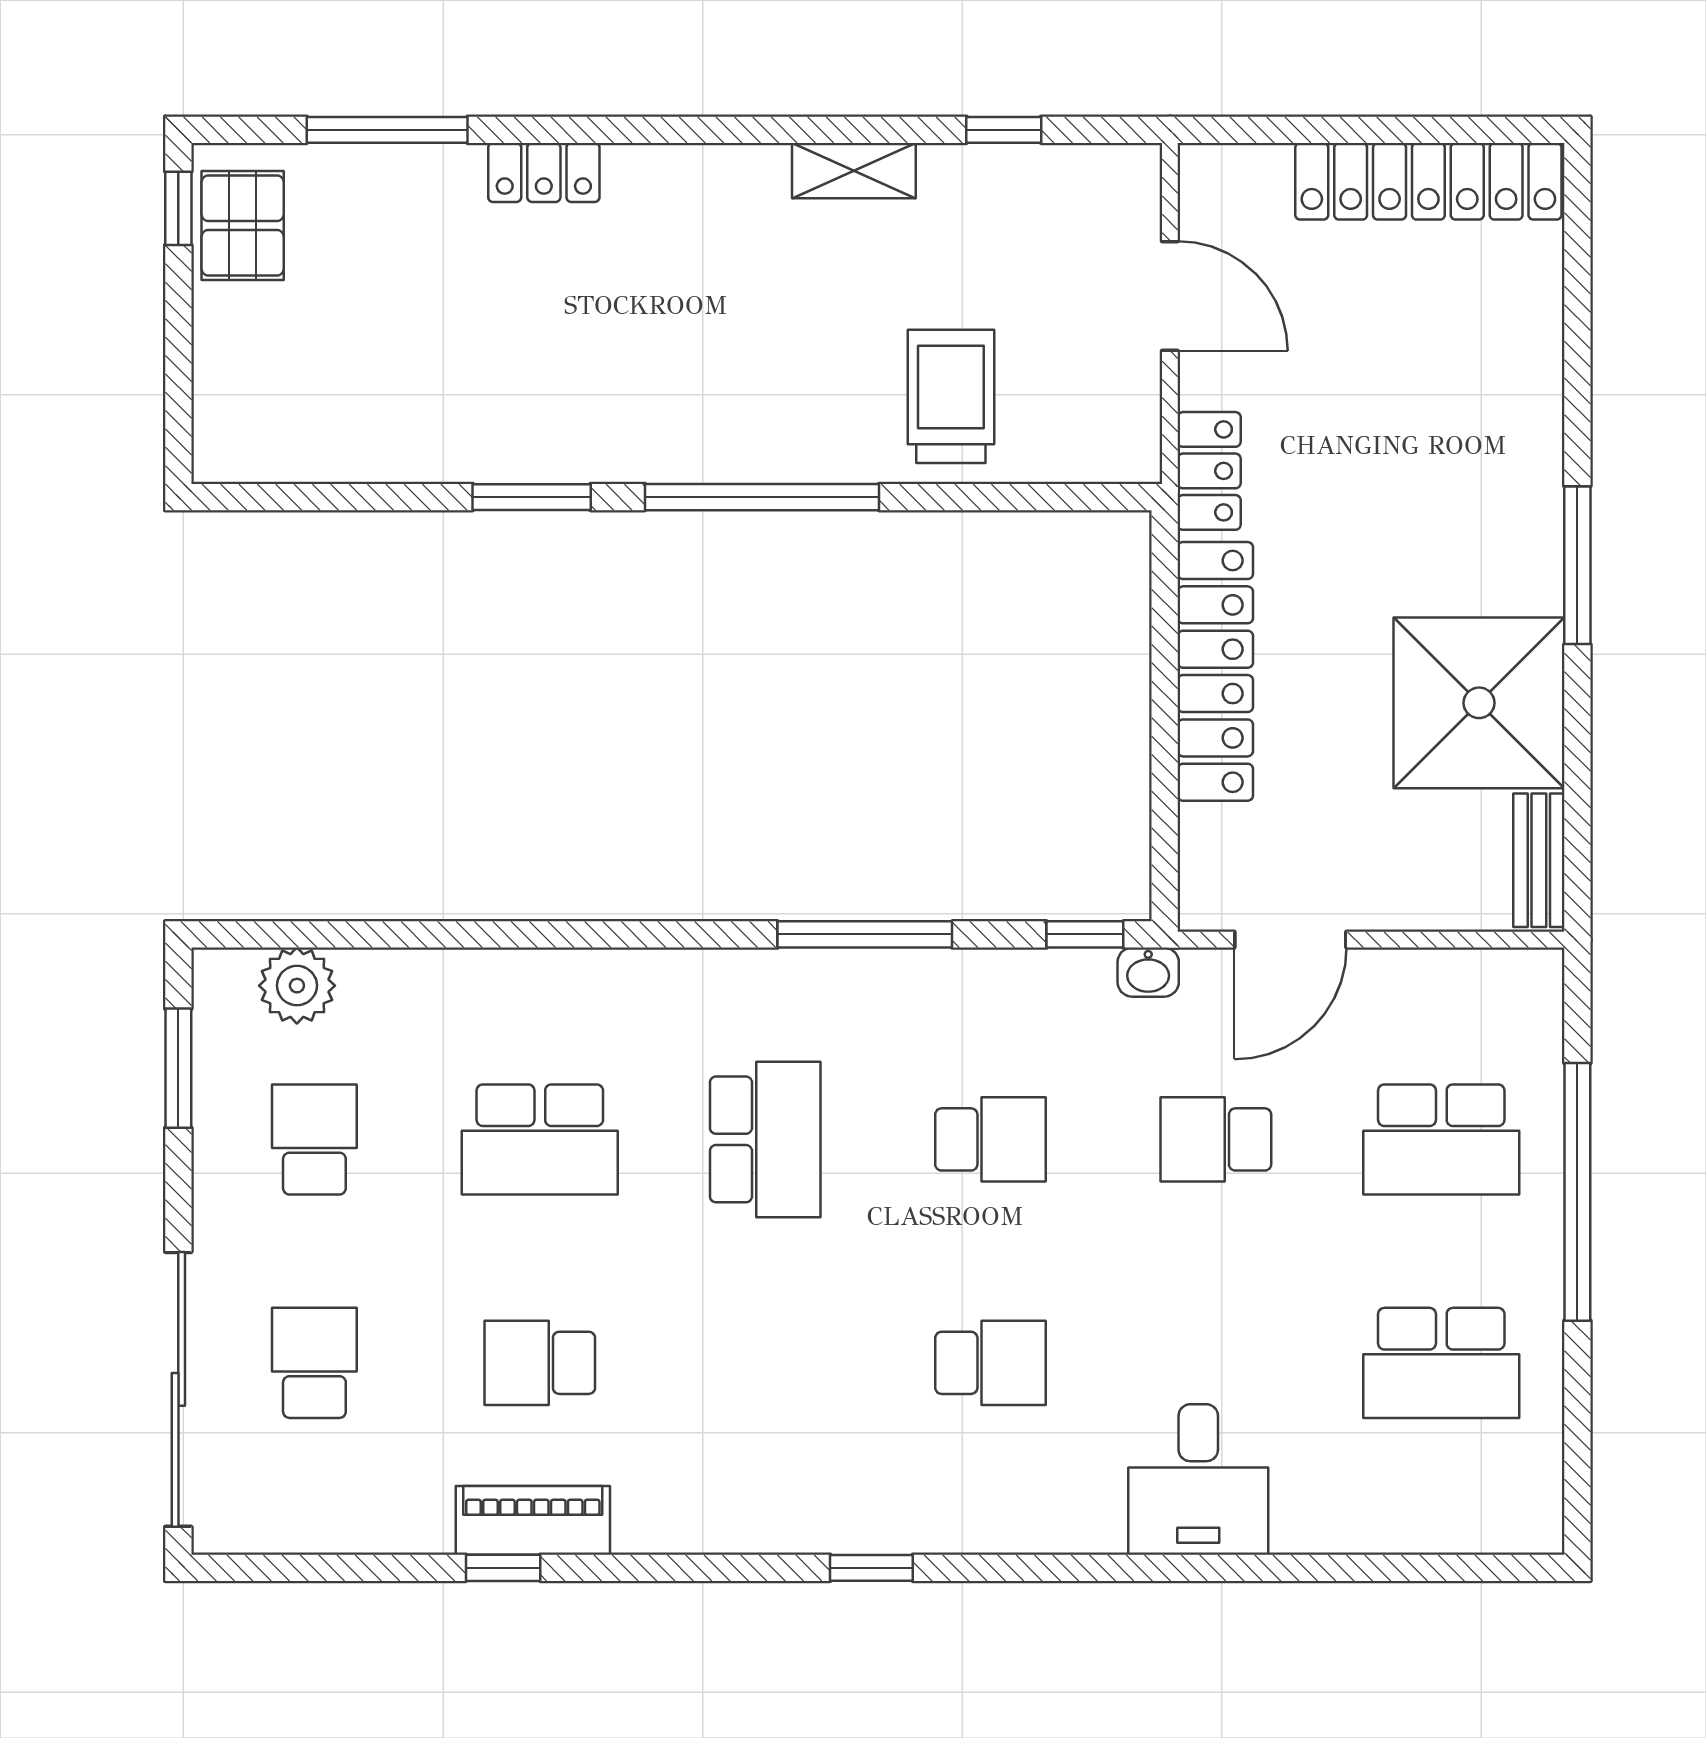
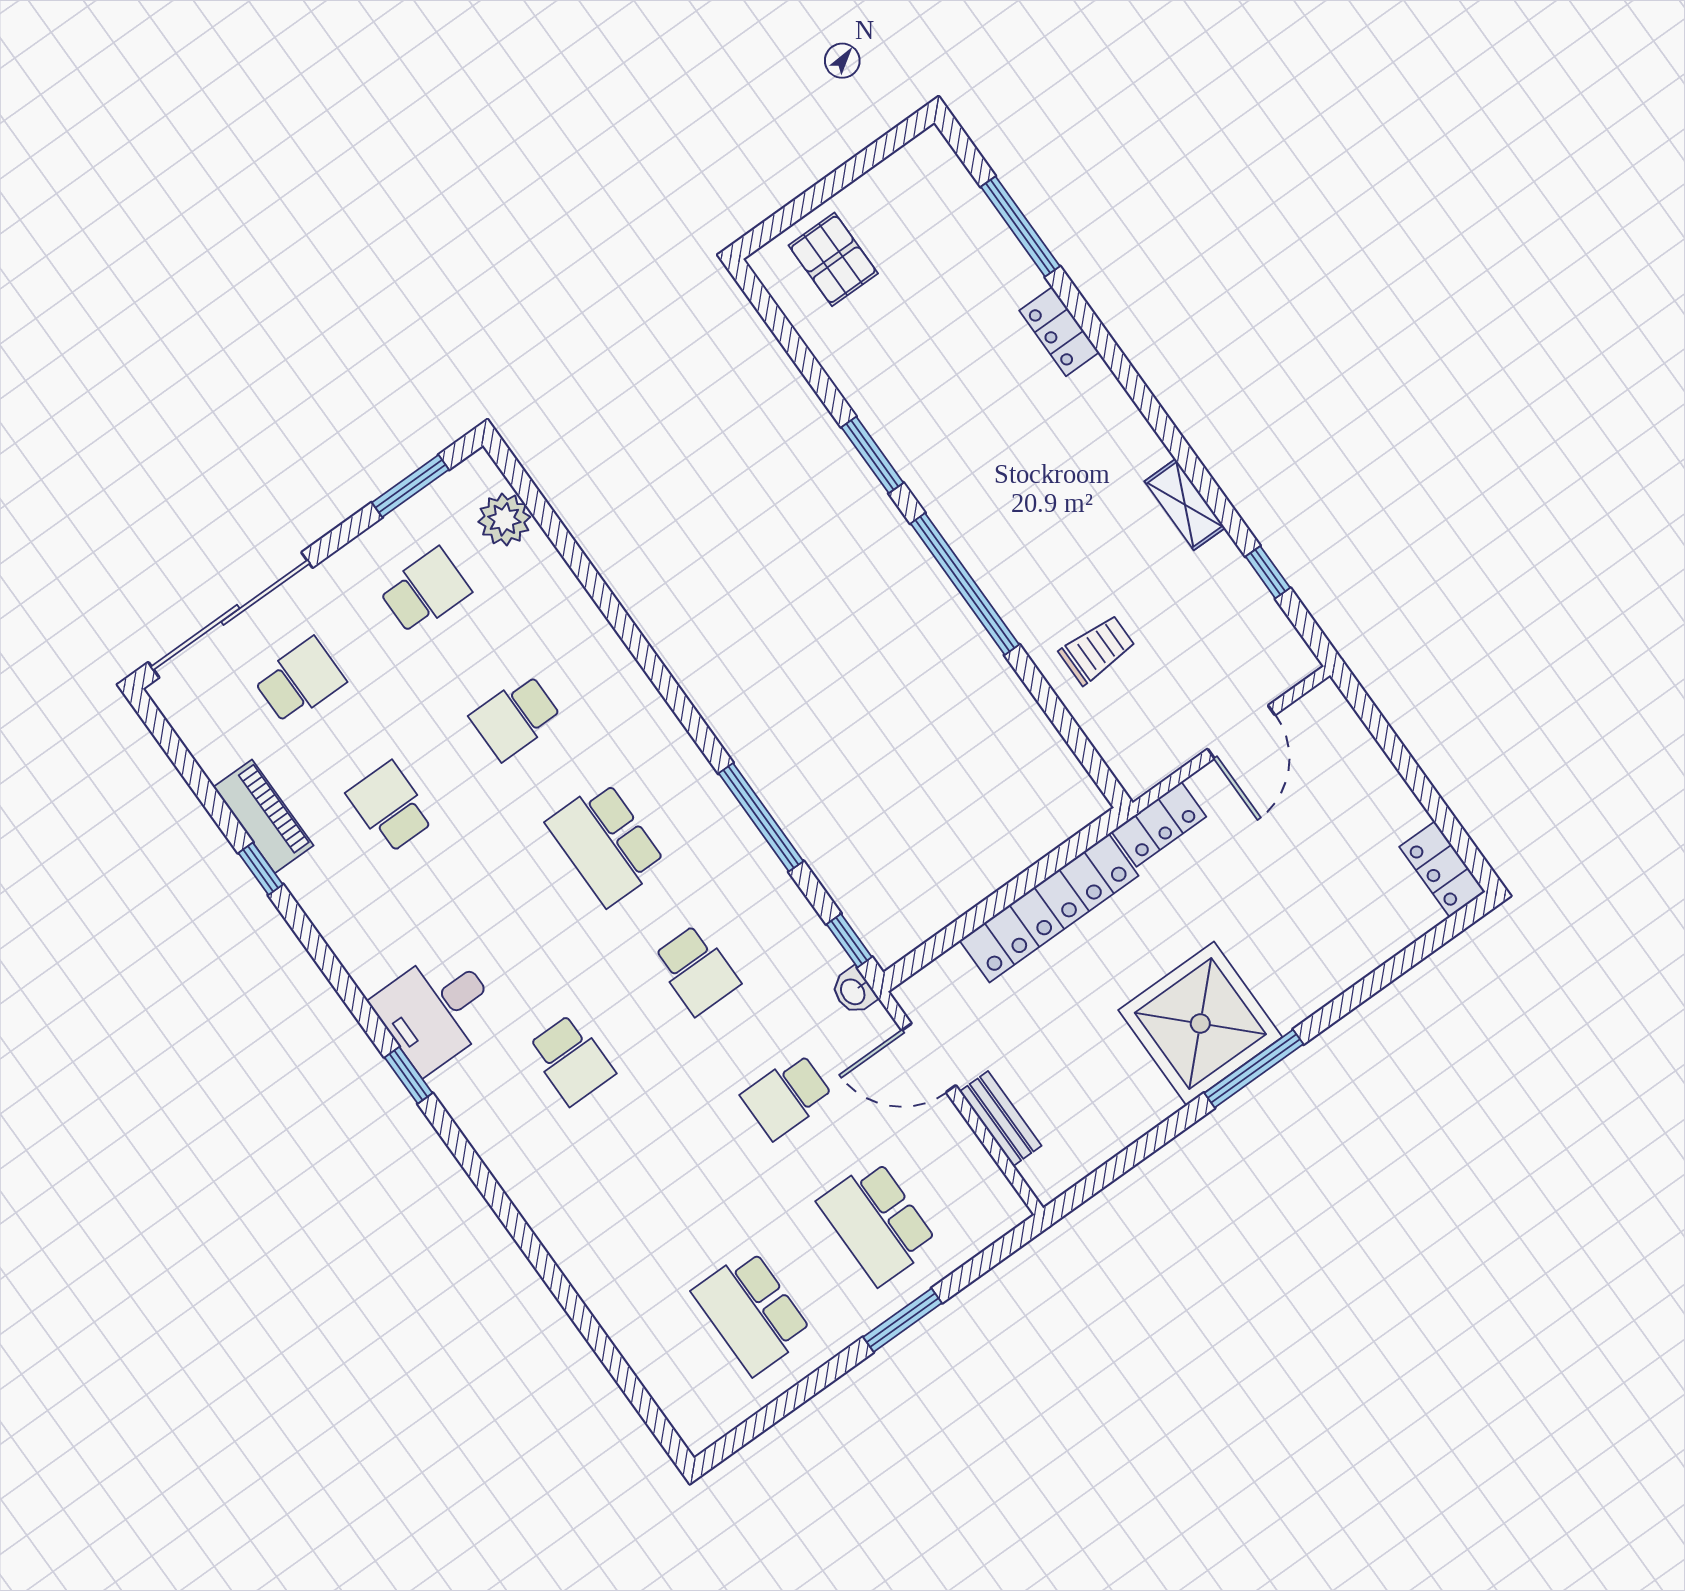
locker: (1428, 181) -> (1442, 869), width x0.46, depth x0.83
window: (178, 208) -> (892, 141), removed
pallet: (243, 226) -> (833, 259), moved, turned 90
trolley: (951, 396) -> (1097, 650), width x0.73, depth x0.72
shower: (1479, 703) -> (1200, 1023), moved
bench: (1539, 860) -> (1000, 1119), moved, turned 90
school desk: (540, 1139) -> (516, 717), width x0.54
school desk: (765, 1139) -> (606, 844), turned 90
school desk: (1216, 1139) -> (787, 1096), turned -90
window: (1577, 1192) -> (903, 1320), width x0.47
desk: (1198, 1479) -> (437, 1010), moved
piano: (533, 1520) -> (263, 816), moved

